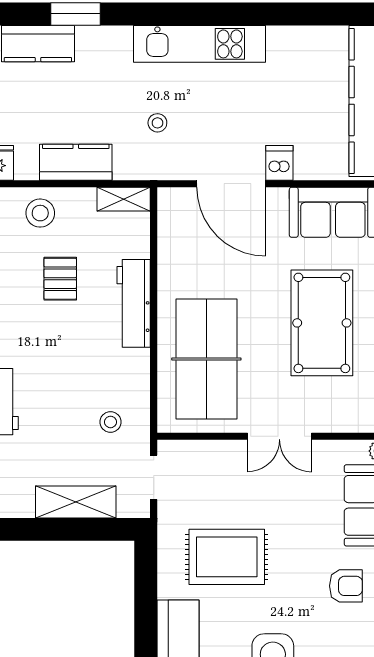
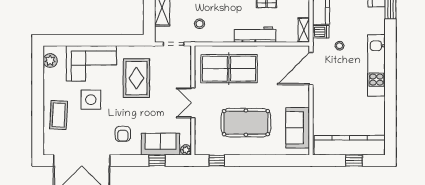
dishwasher: (279, 163) -> (321, 32), moved
door: (231, 184) -> (311, 69), moved

